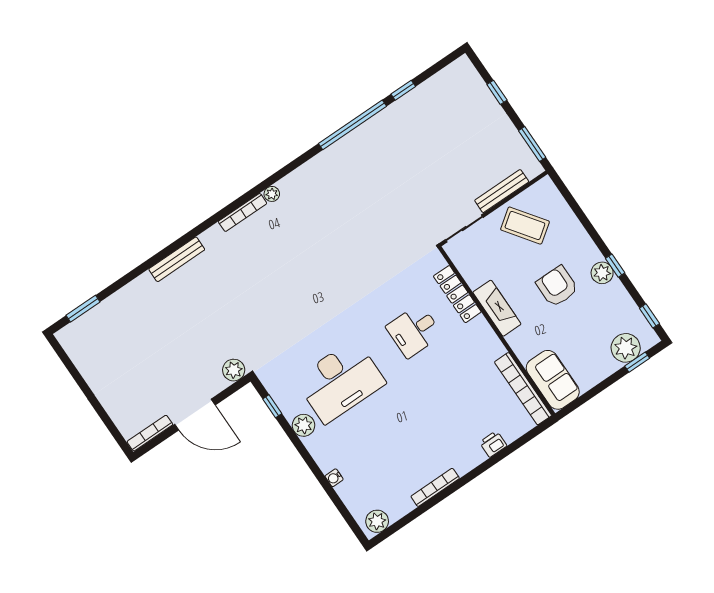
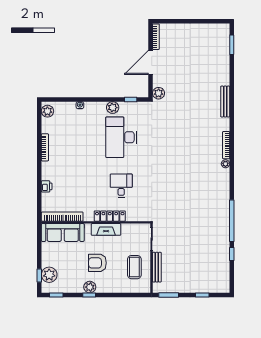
coffee table: (525, 226) -> (134, 267), turned -54
armchair: (557, 286) -> (97, 263), turned 180
locker: (457, 294) -> (110, 216), moved
sofa: (553, 380) -> (63, 233), width x1.36

